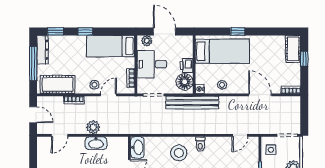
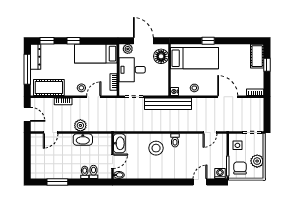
printer: (186, 65) -> (163, 71), removed
floor lamp: (184, 82) -> (161, 56), moved

